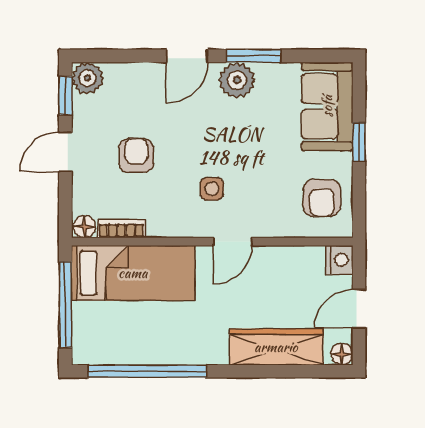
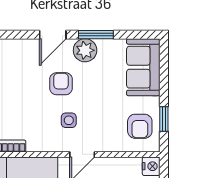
window: (359, 142) -> (164, 119), moved
armchair: (136, 155) -> (61, 84), moved

